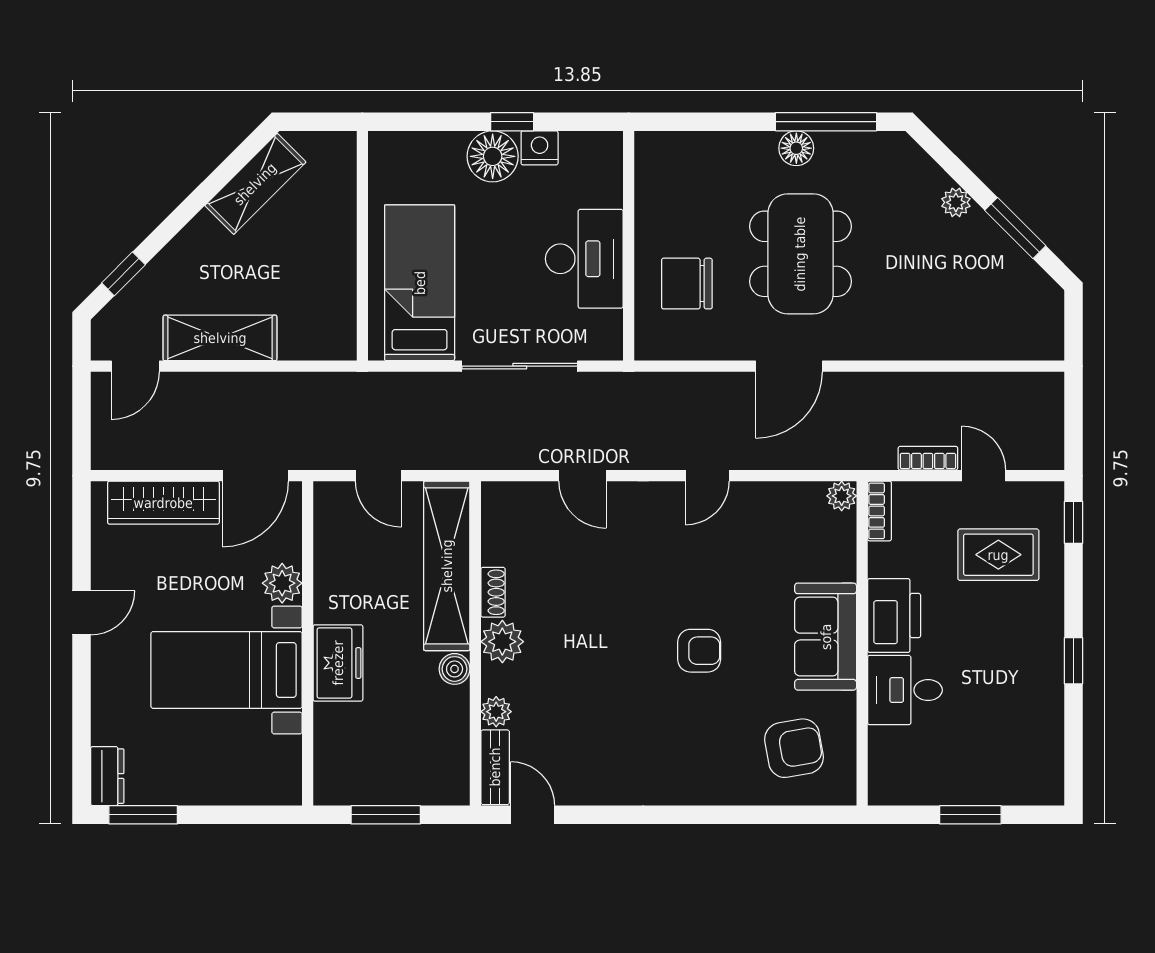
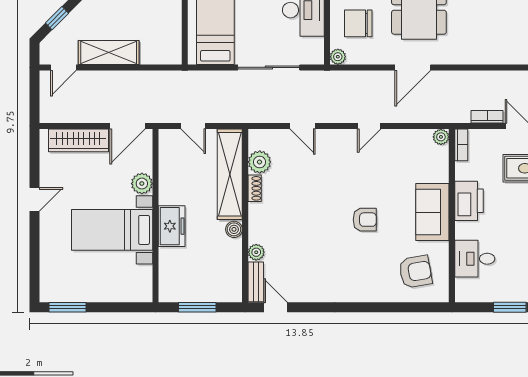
plant: (649, 346) -> (338, 57), added
plant: (502, 642) -> (260, 162), moved
desk: (905, 690) -> (475, 259), moved
dresser: (107, 776) -> (48, 287), removed

